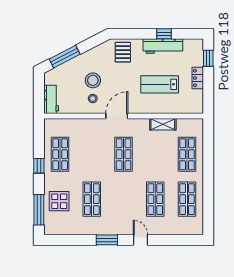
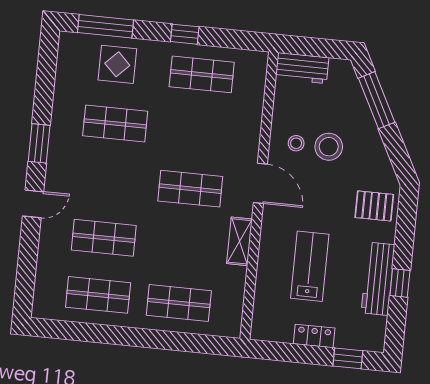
shelving: (163, 124) -> (240, 241), moved

